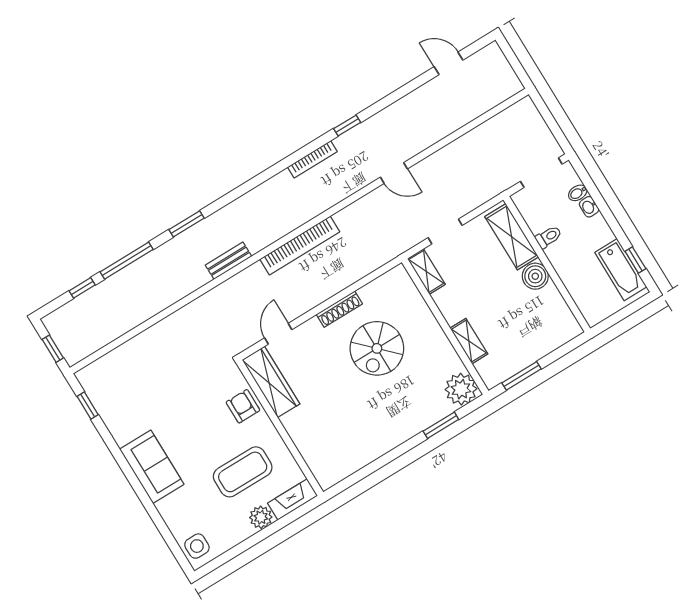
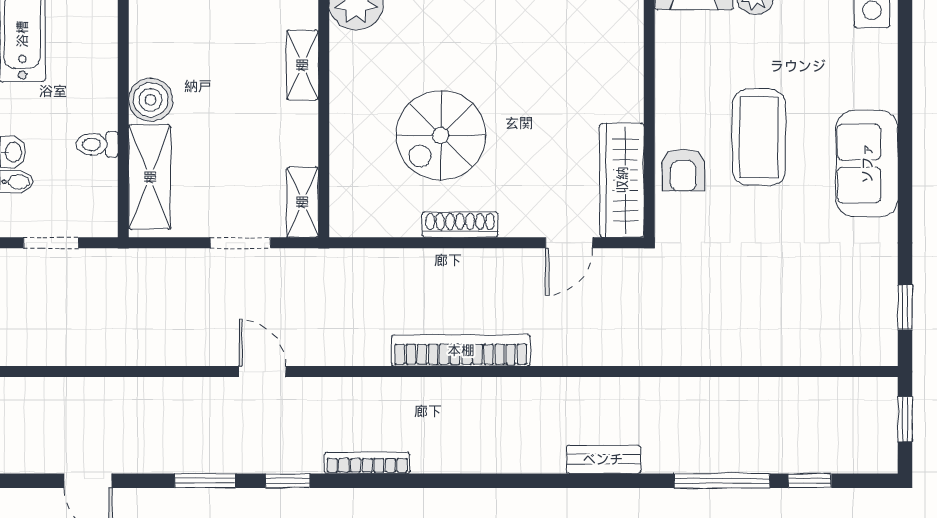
doorway: (541, 173) -> (51, 243), width x0.73
window: (186, 224) -> (205, 481), moved
bench: (228, 261) -> (603, 459), moved
spiral stairs: (377, 348) -> (441, 135), turned 180
coffee table: (243, 472) -> (759, 137), moved, turned 90

